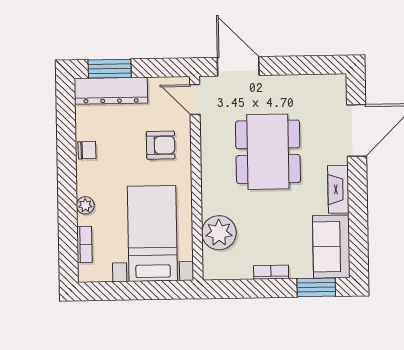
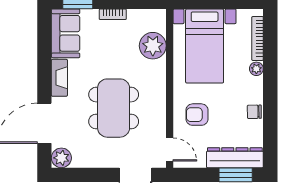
plant: (334, 87) -> (61, 158), added
bookcase: (84, 244) -> (258, 38), width x1.56

